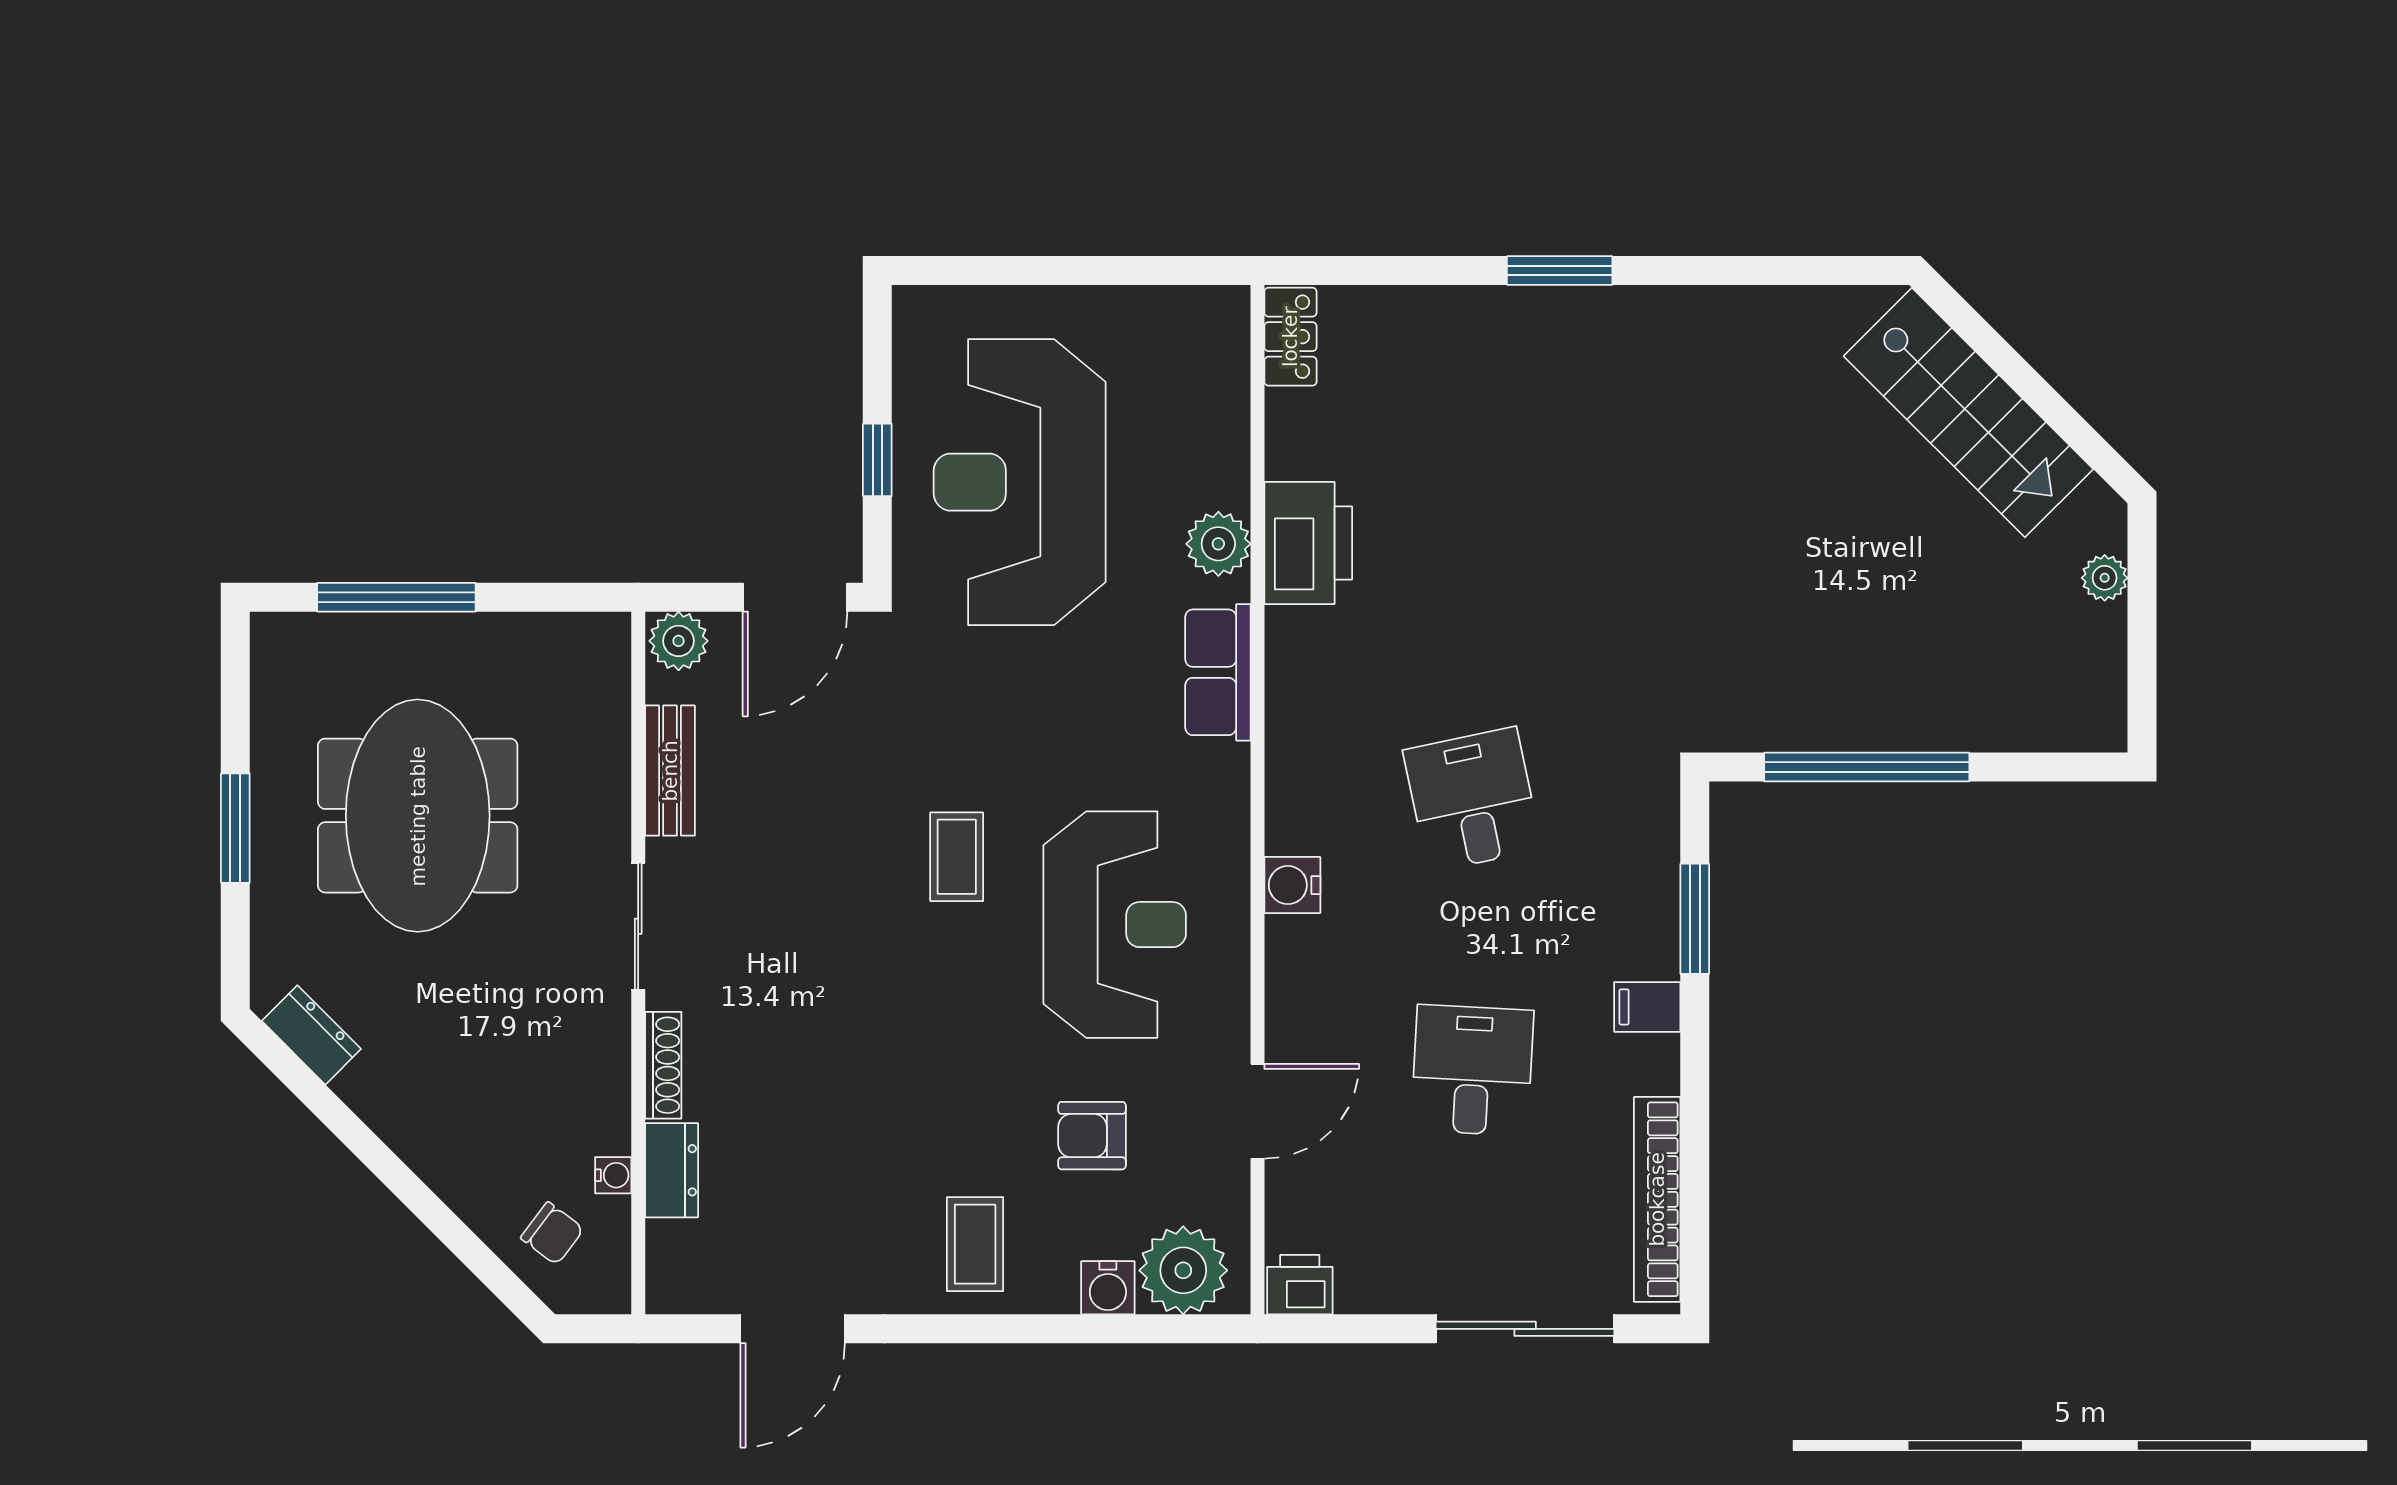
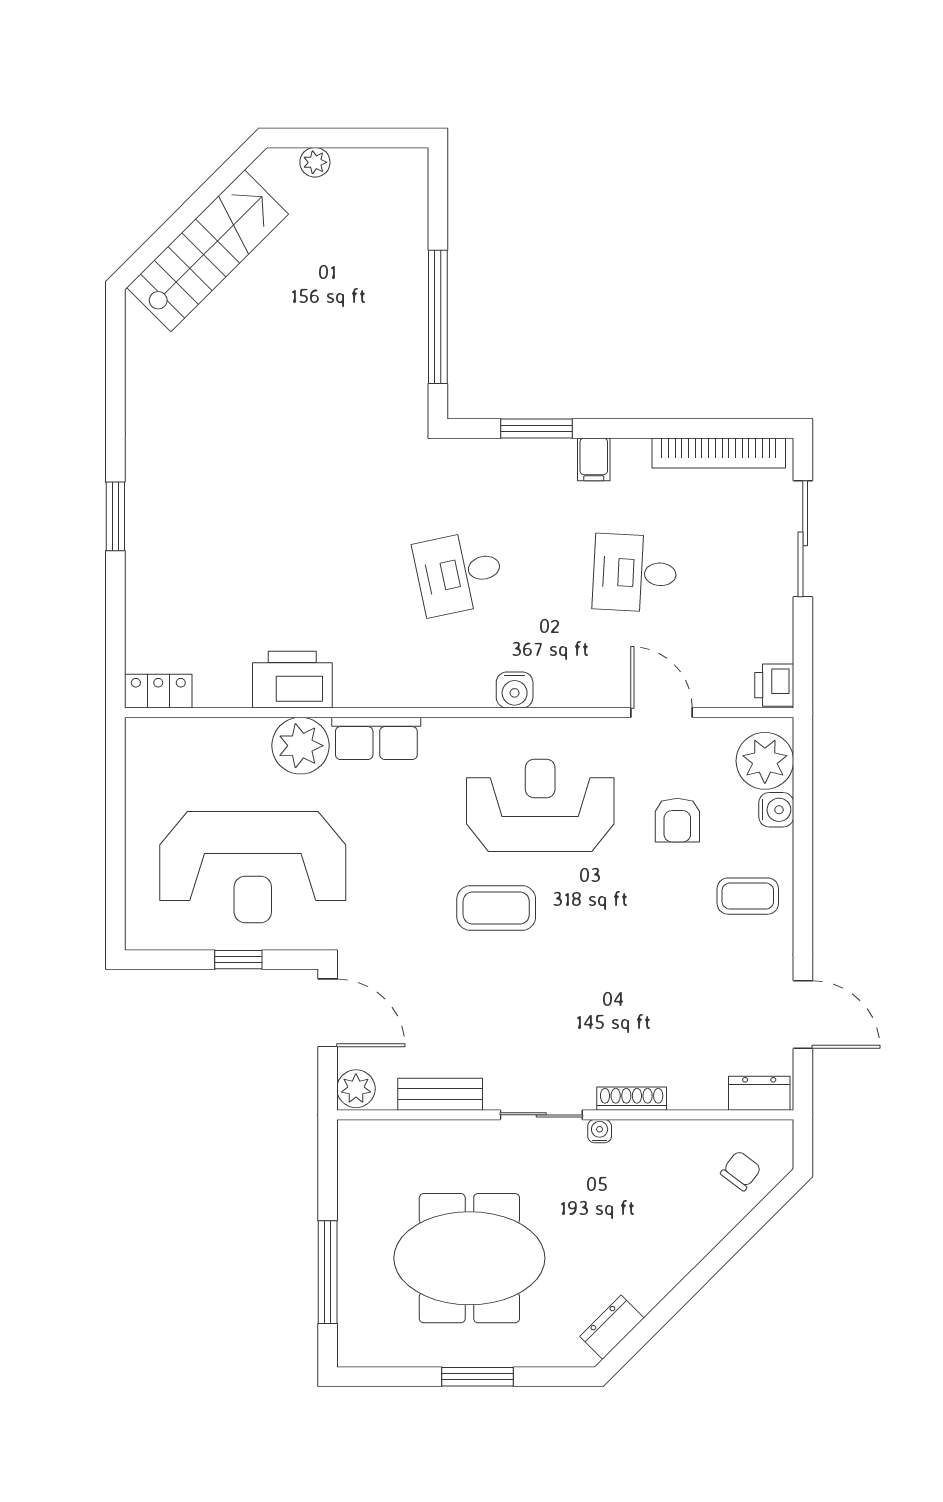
plant: (1218, 544) -> (300, 746), width x1.36, depth x1.36
coffee table: (957, 857) -> (496, 908), width x1.36, depth x1.30
dresser: (672, 1170) -> (759, 1093), moved
water cooler: (613, 1175) -> (600, 1131), moved

